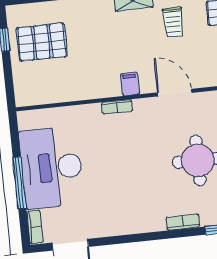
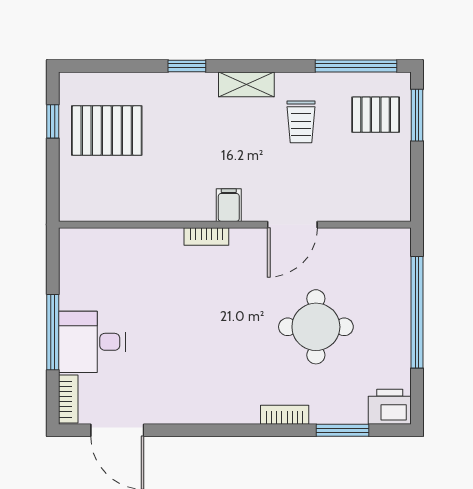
door: (175, 93) -> (292, 225), swing flipped
desk: (52, 168) -> (92, 342), width x0.53, depth x0.77

